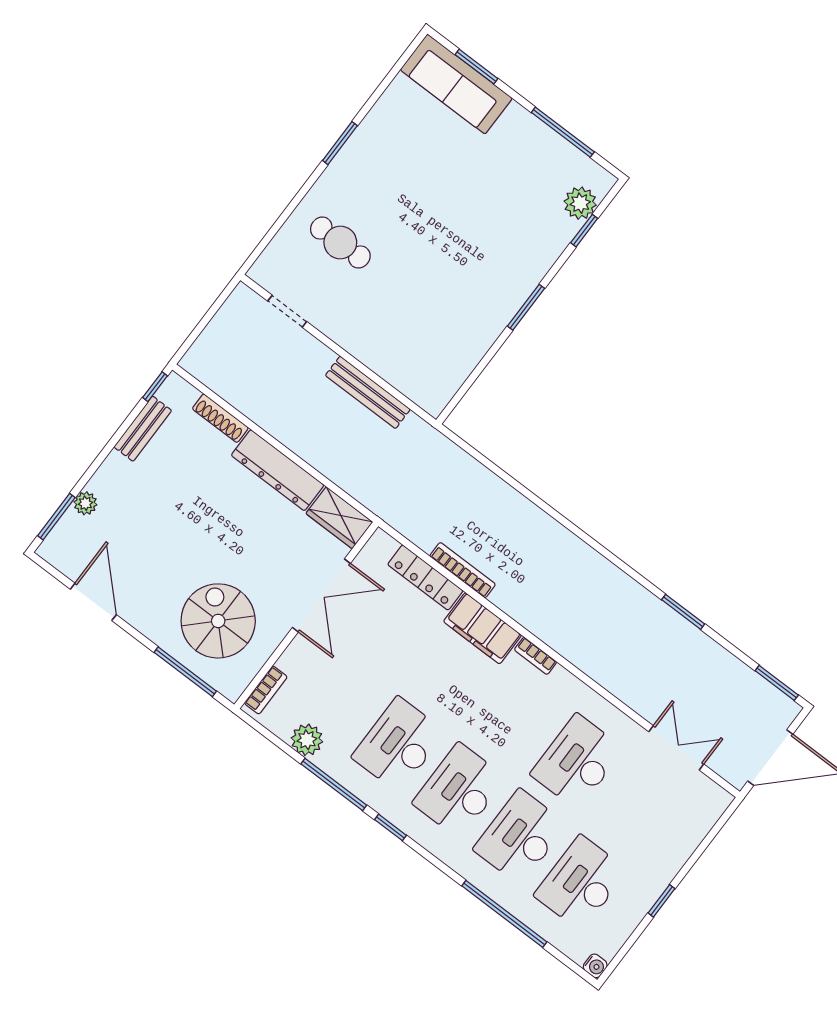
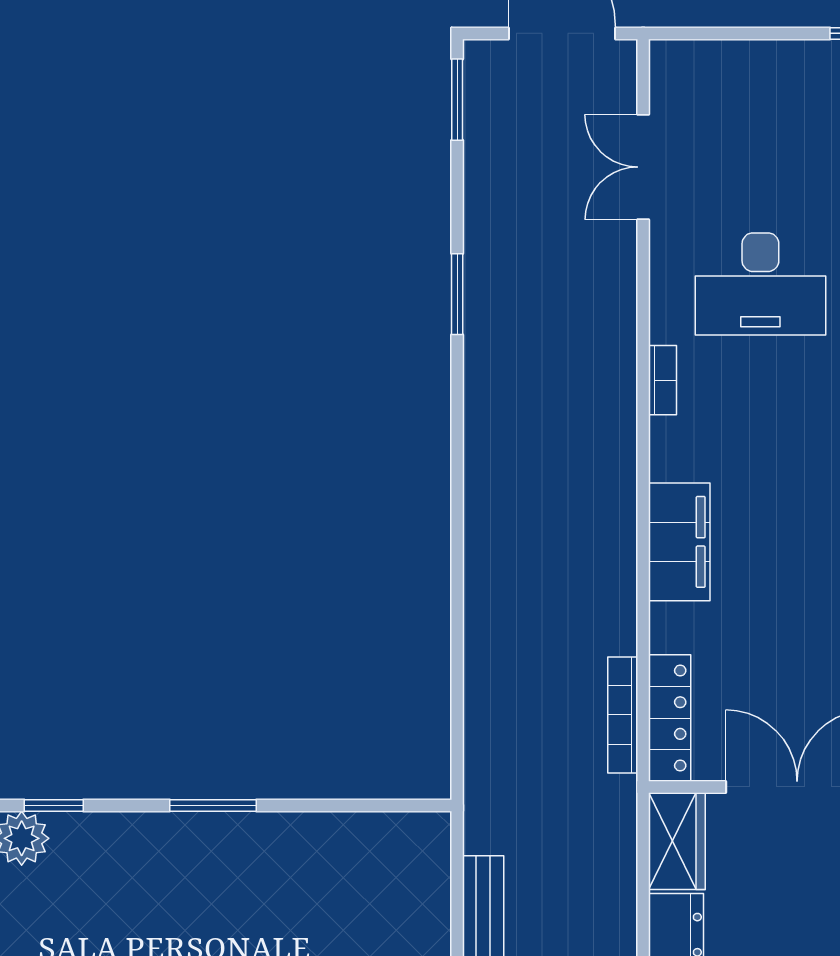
bookcase: (463, 570) -> (623, 715), moved
locker: (425, 578) -> (670, 718), moved
bookcase: (536, 656) -> (663, 380), moved

